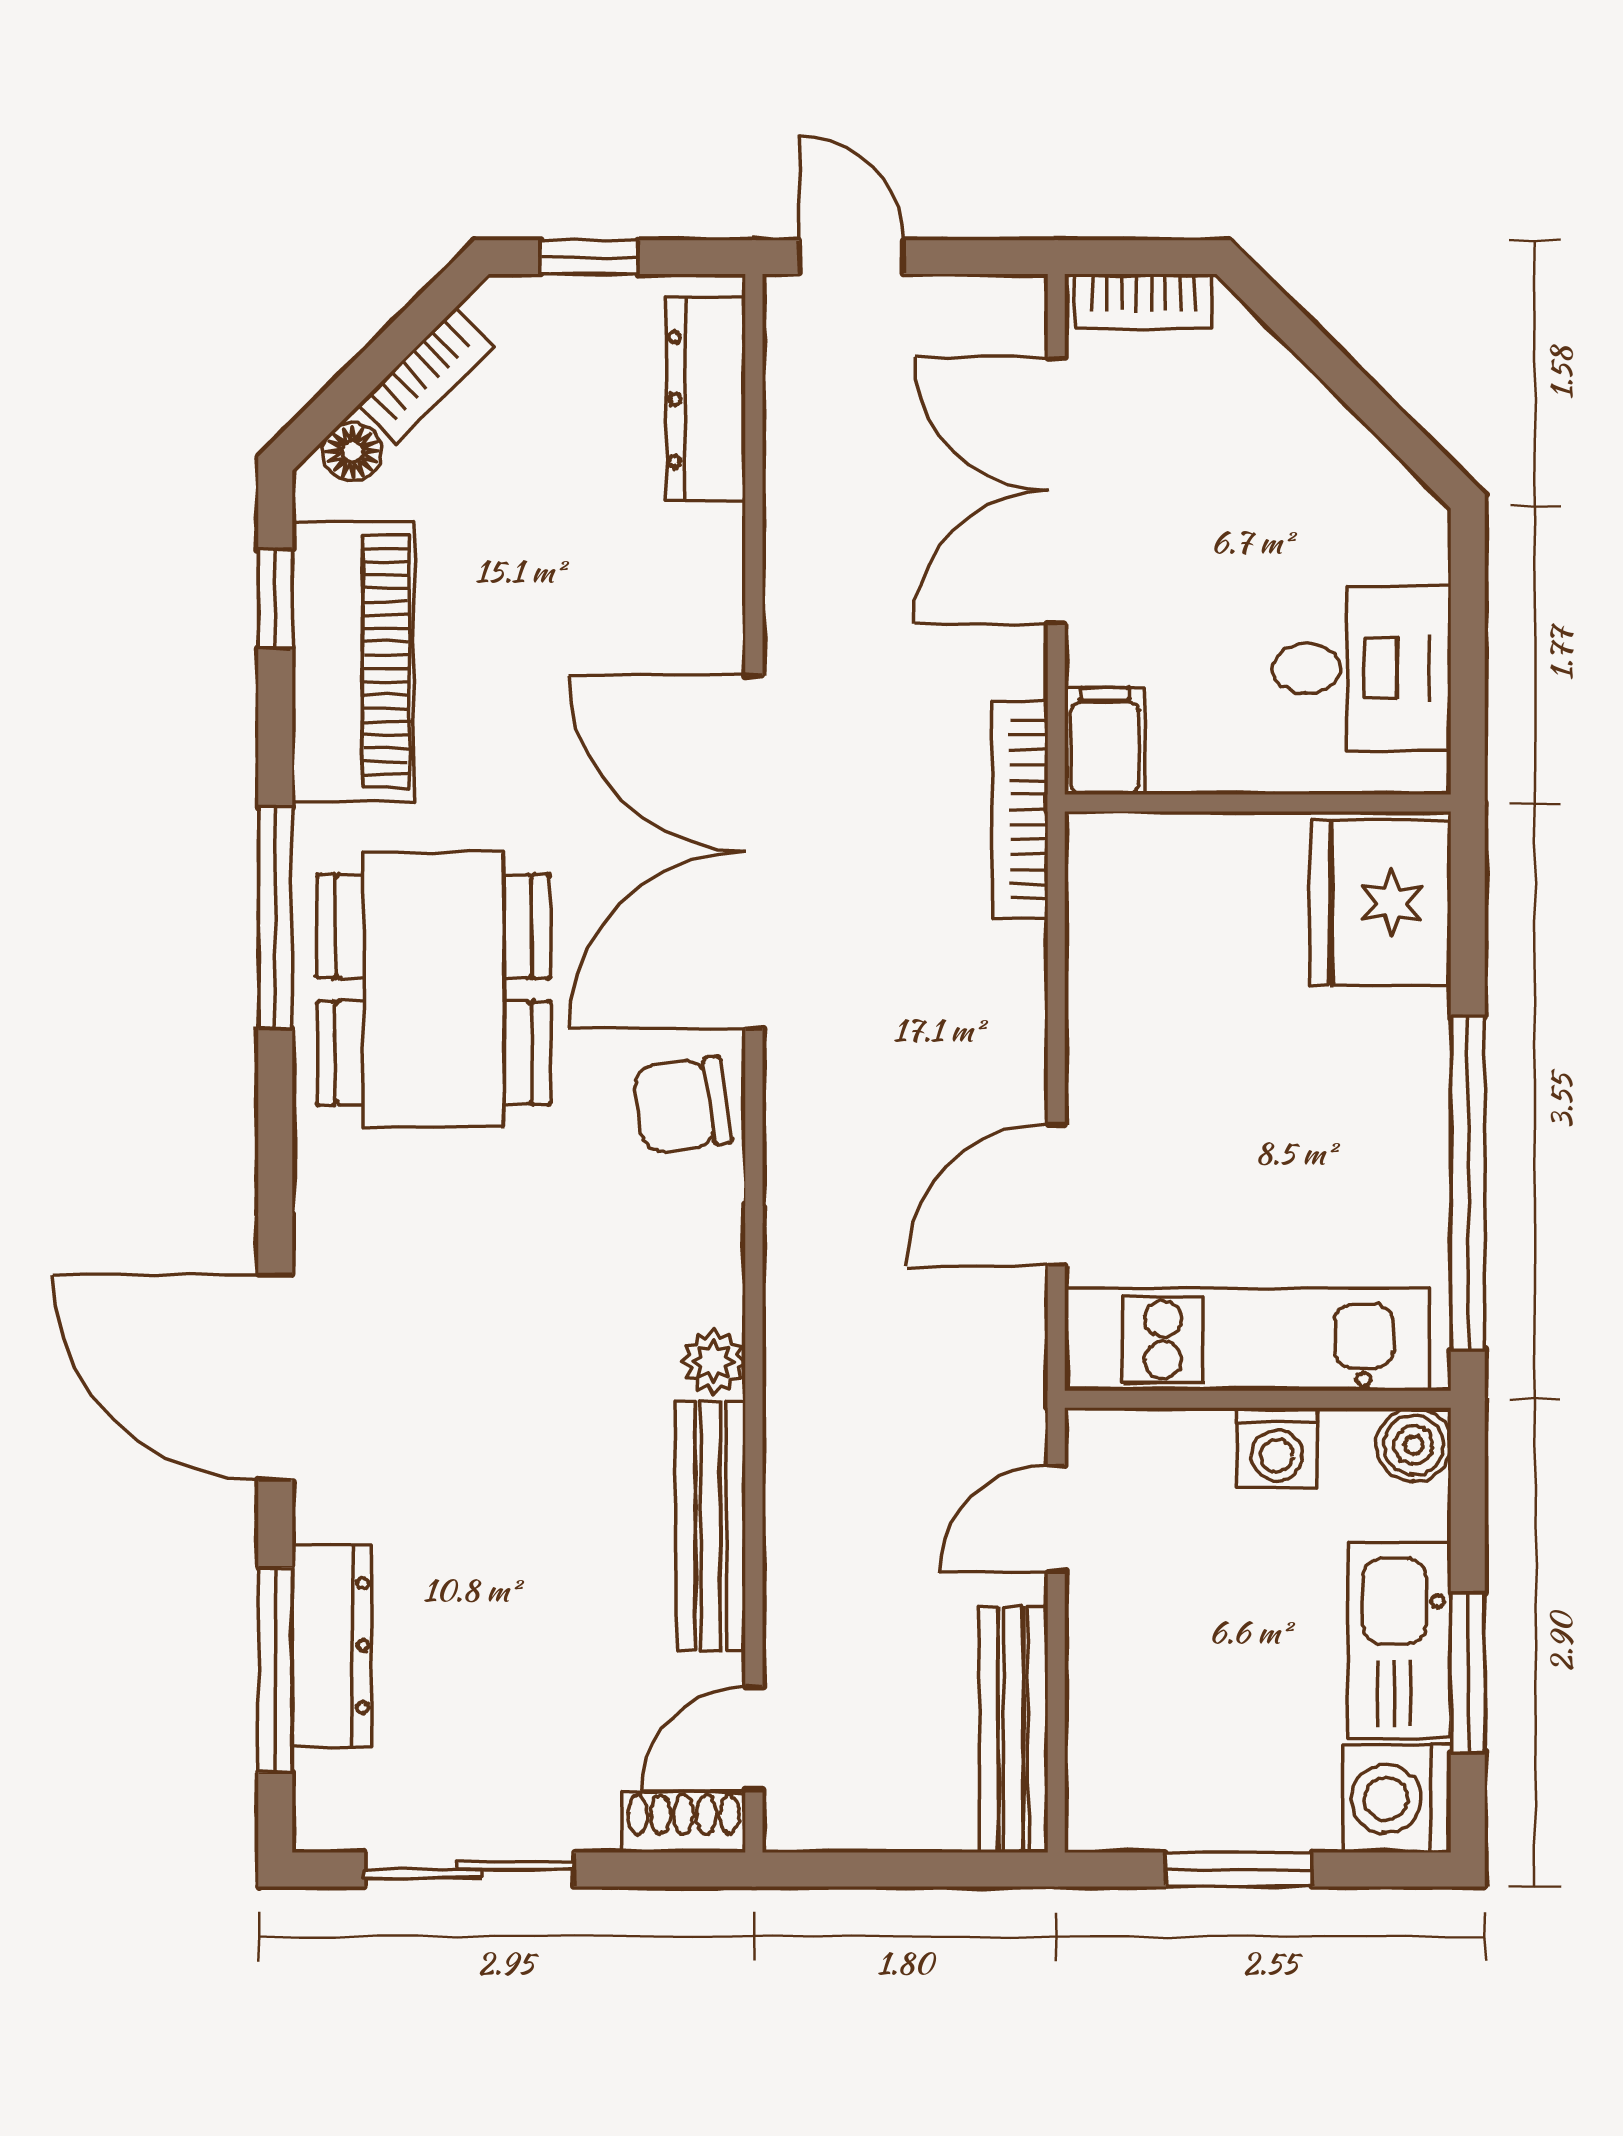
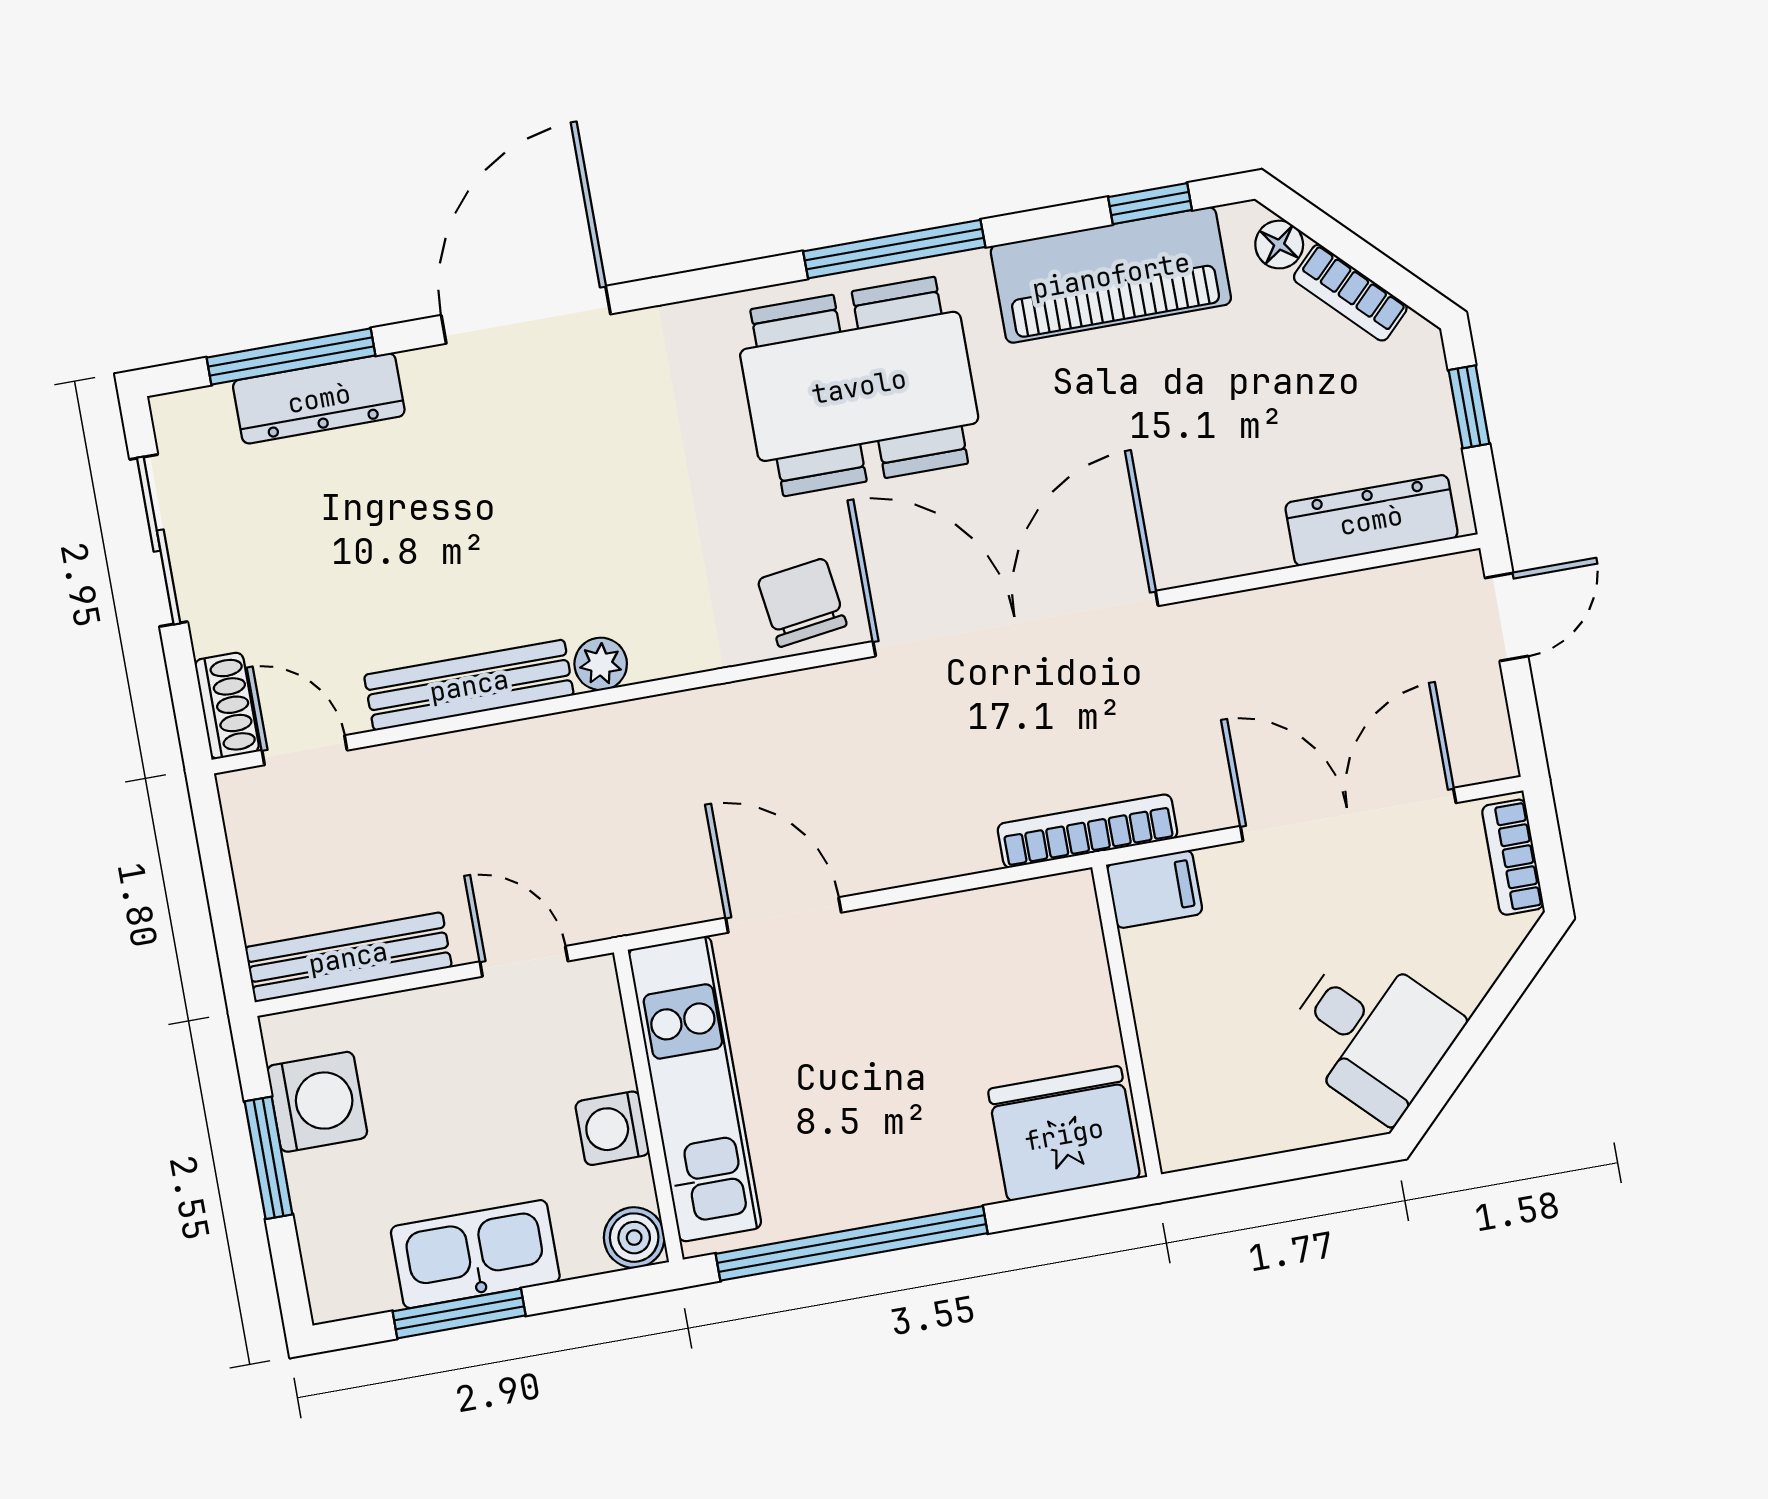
desk: (1362, 669) -> (1372, 1033), moved, turned -45
washing machine: (1397, 1799) -> (317, 1102), moved, turned 90

